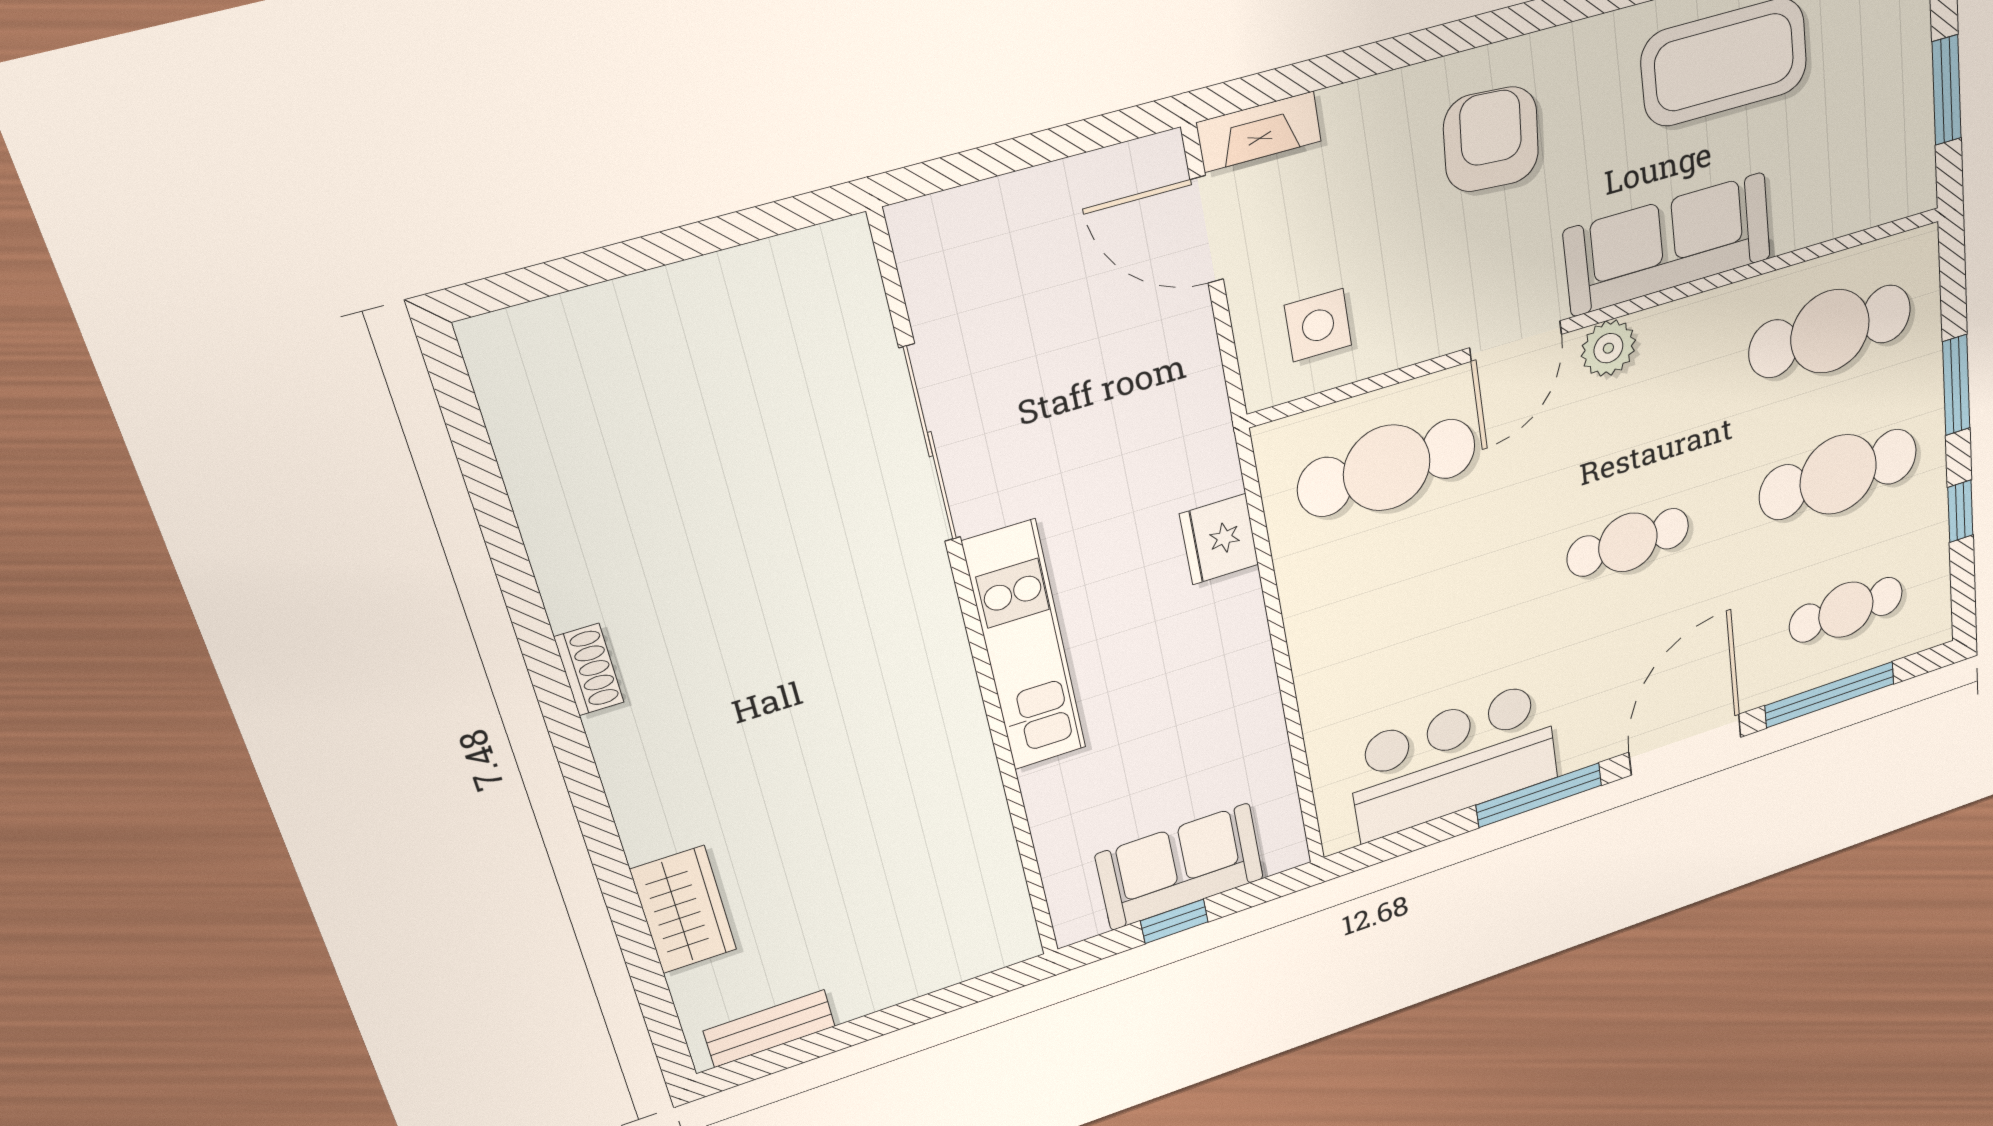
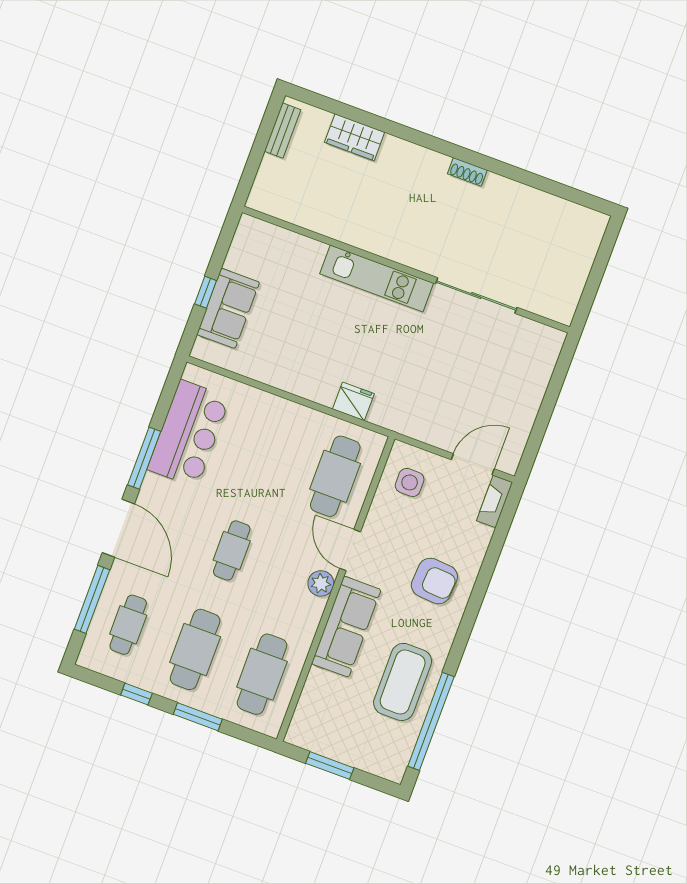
sliding door: (930, 444) -> (476, 296), moved
wall: (969, 609) -> (406, 270), moved
kitchen unit: (1025, 646) -> (377, 278), moved

